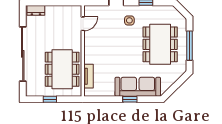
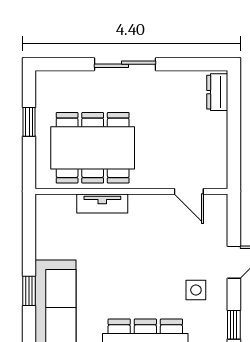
sliding door: (23, 54) -> (125, 64), width x0.54
tv unit: (89, 76) -> (102, 203), moved

